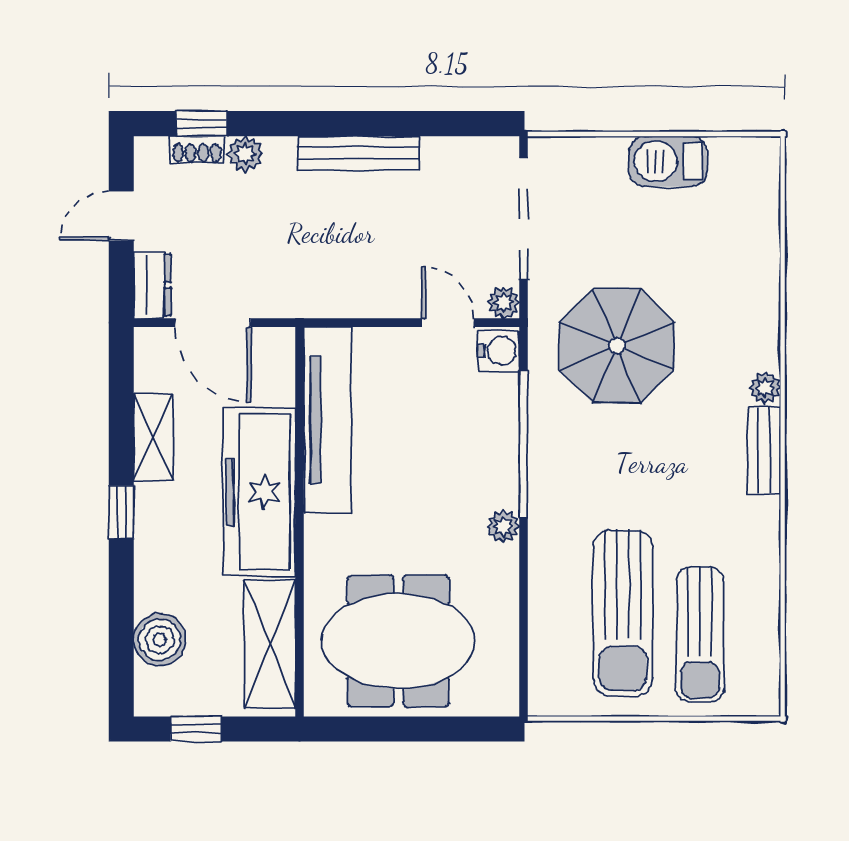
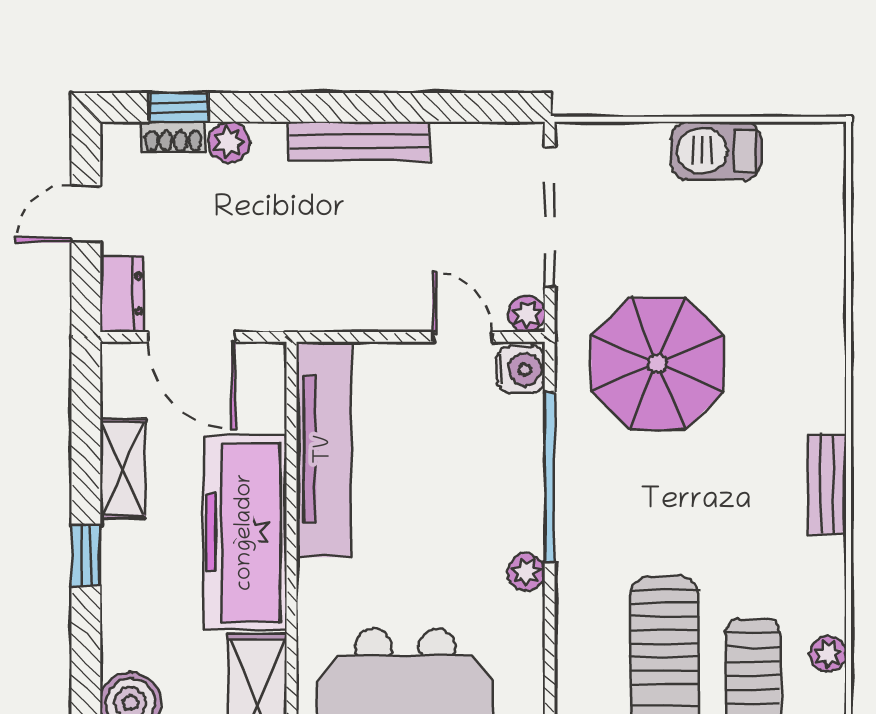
plant: (765, 388) -> (828, 654), moved

